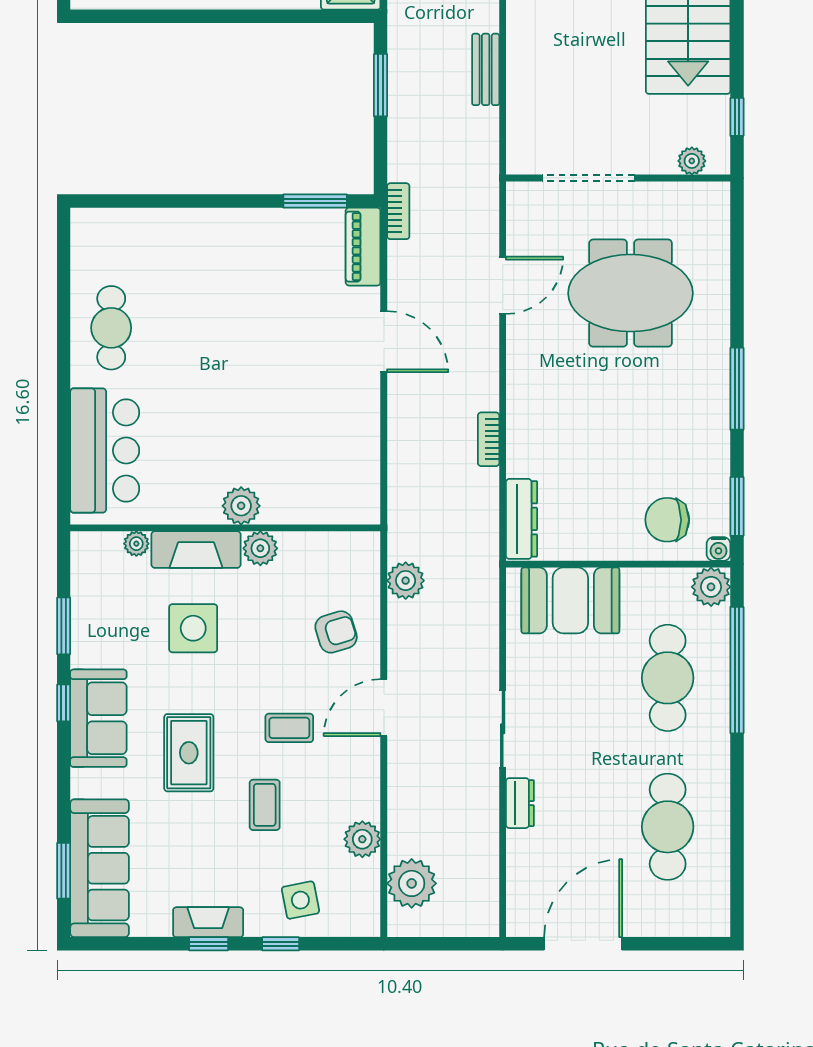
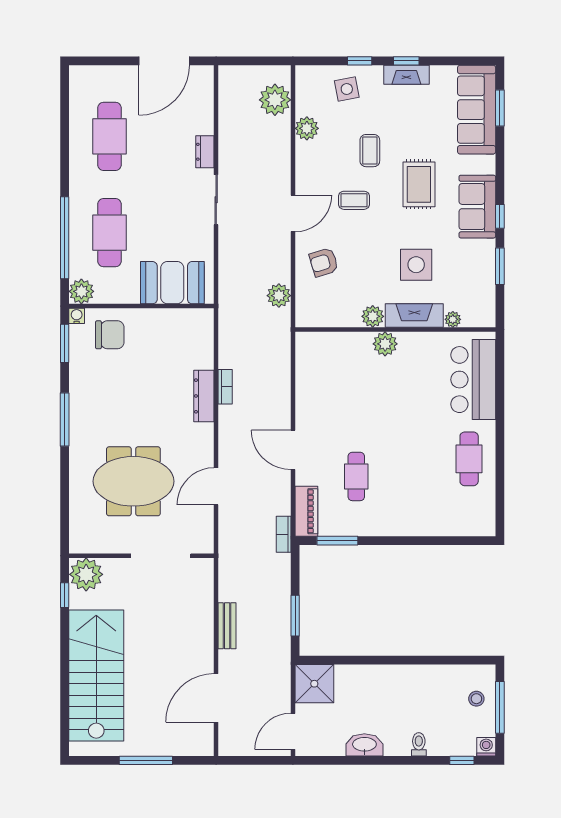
plant: (692, 161) -> (86, 574), width x1.87, depth x1.87
cafe table: (286, 300) -> (356, 476), added
dresser: (522, 519) -> (204, 396), moved

